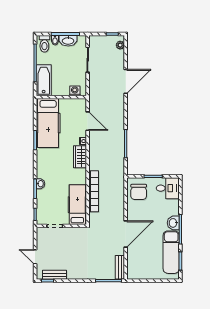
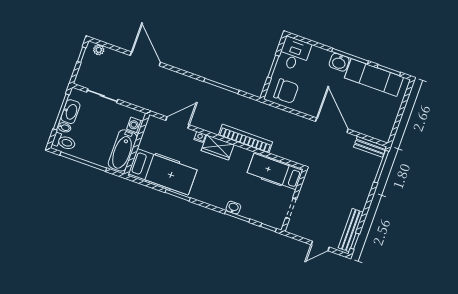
bathtub: (44, 80) -> (123, 150), moved, turned -90
bookcase: (94, 191) -> (246, 139), moved
bench: (54, 275) -> (351, 230), width x1.36

